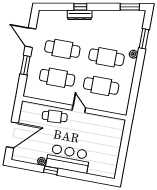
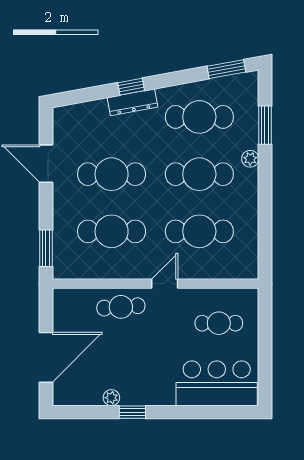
cafe table: (112, 28) -> (199, 117), added
window: (25, 65) -> (46, 248), moved
door: (79, 109) -> (165, 284), hinge flipped
cafe table: (102, 134) -> (219, 323), added
bar counter: (68, 159) -> (217, 383), moved

